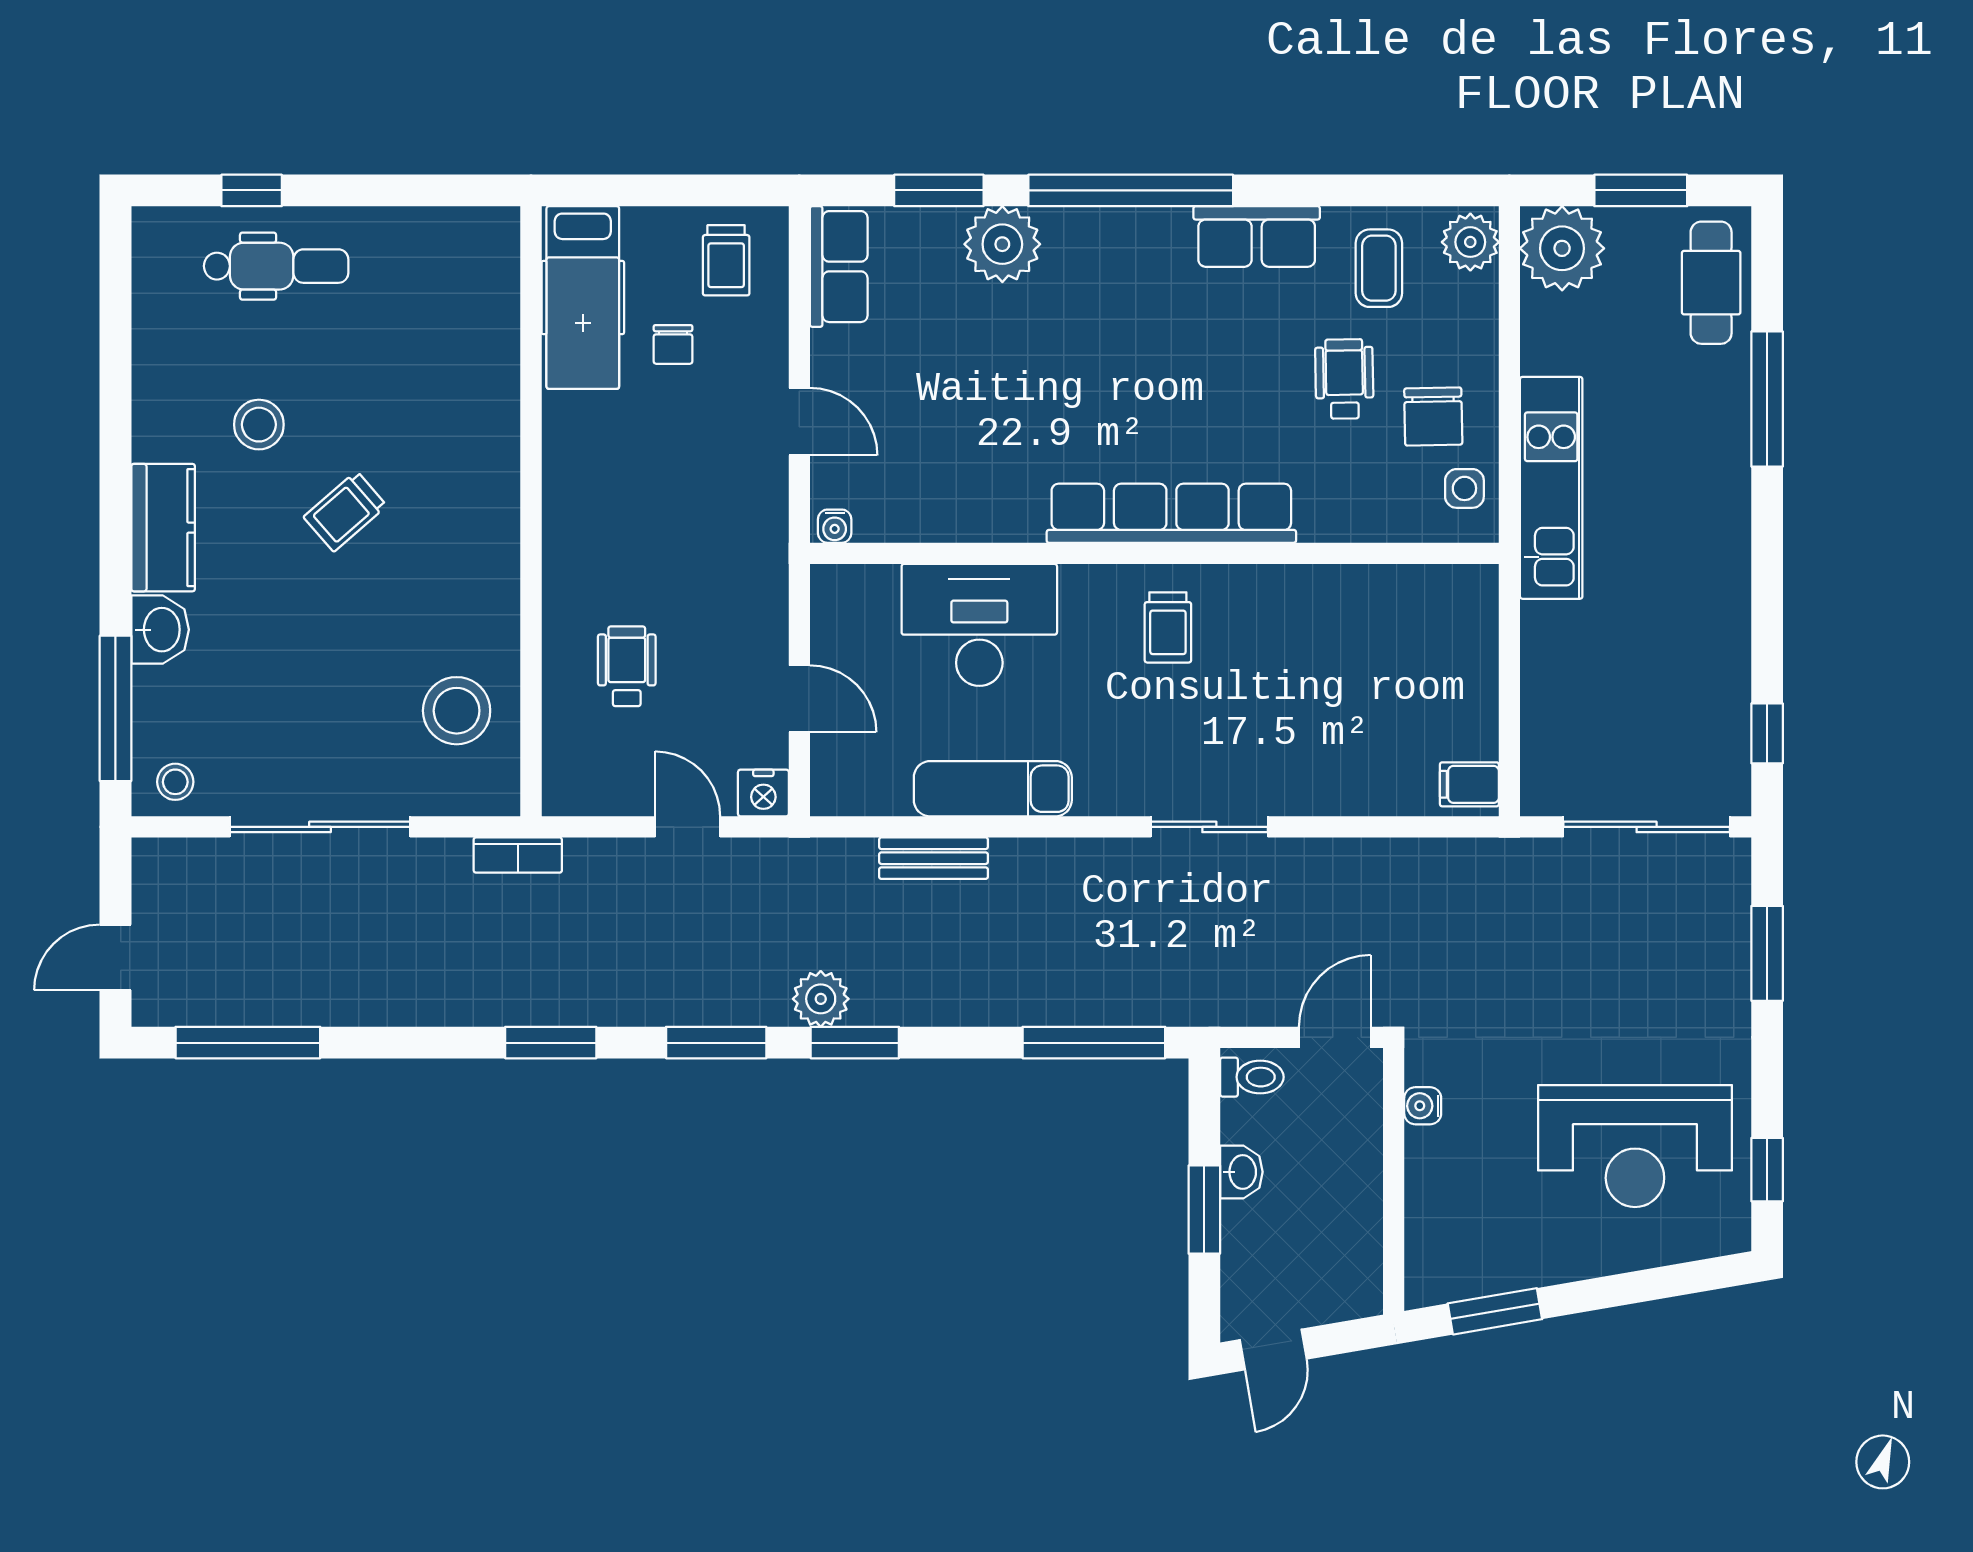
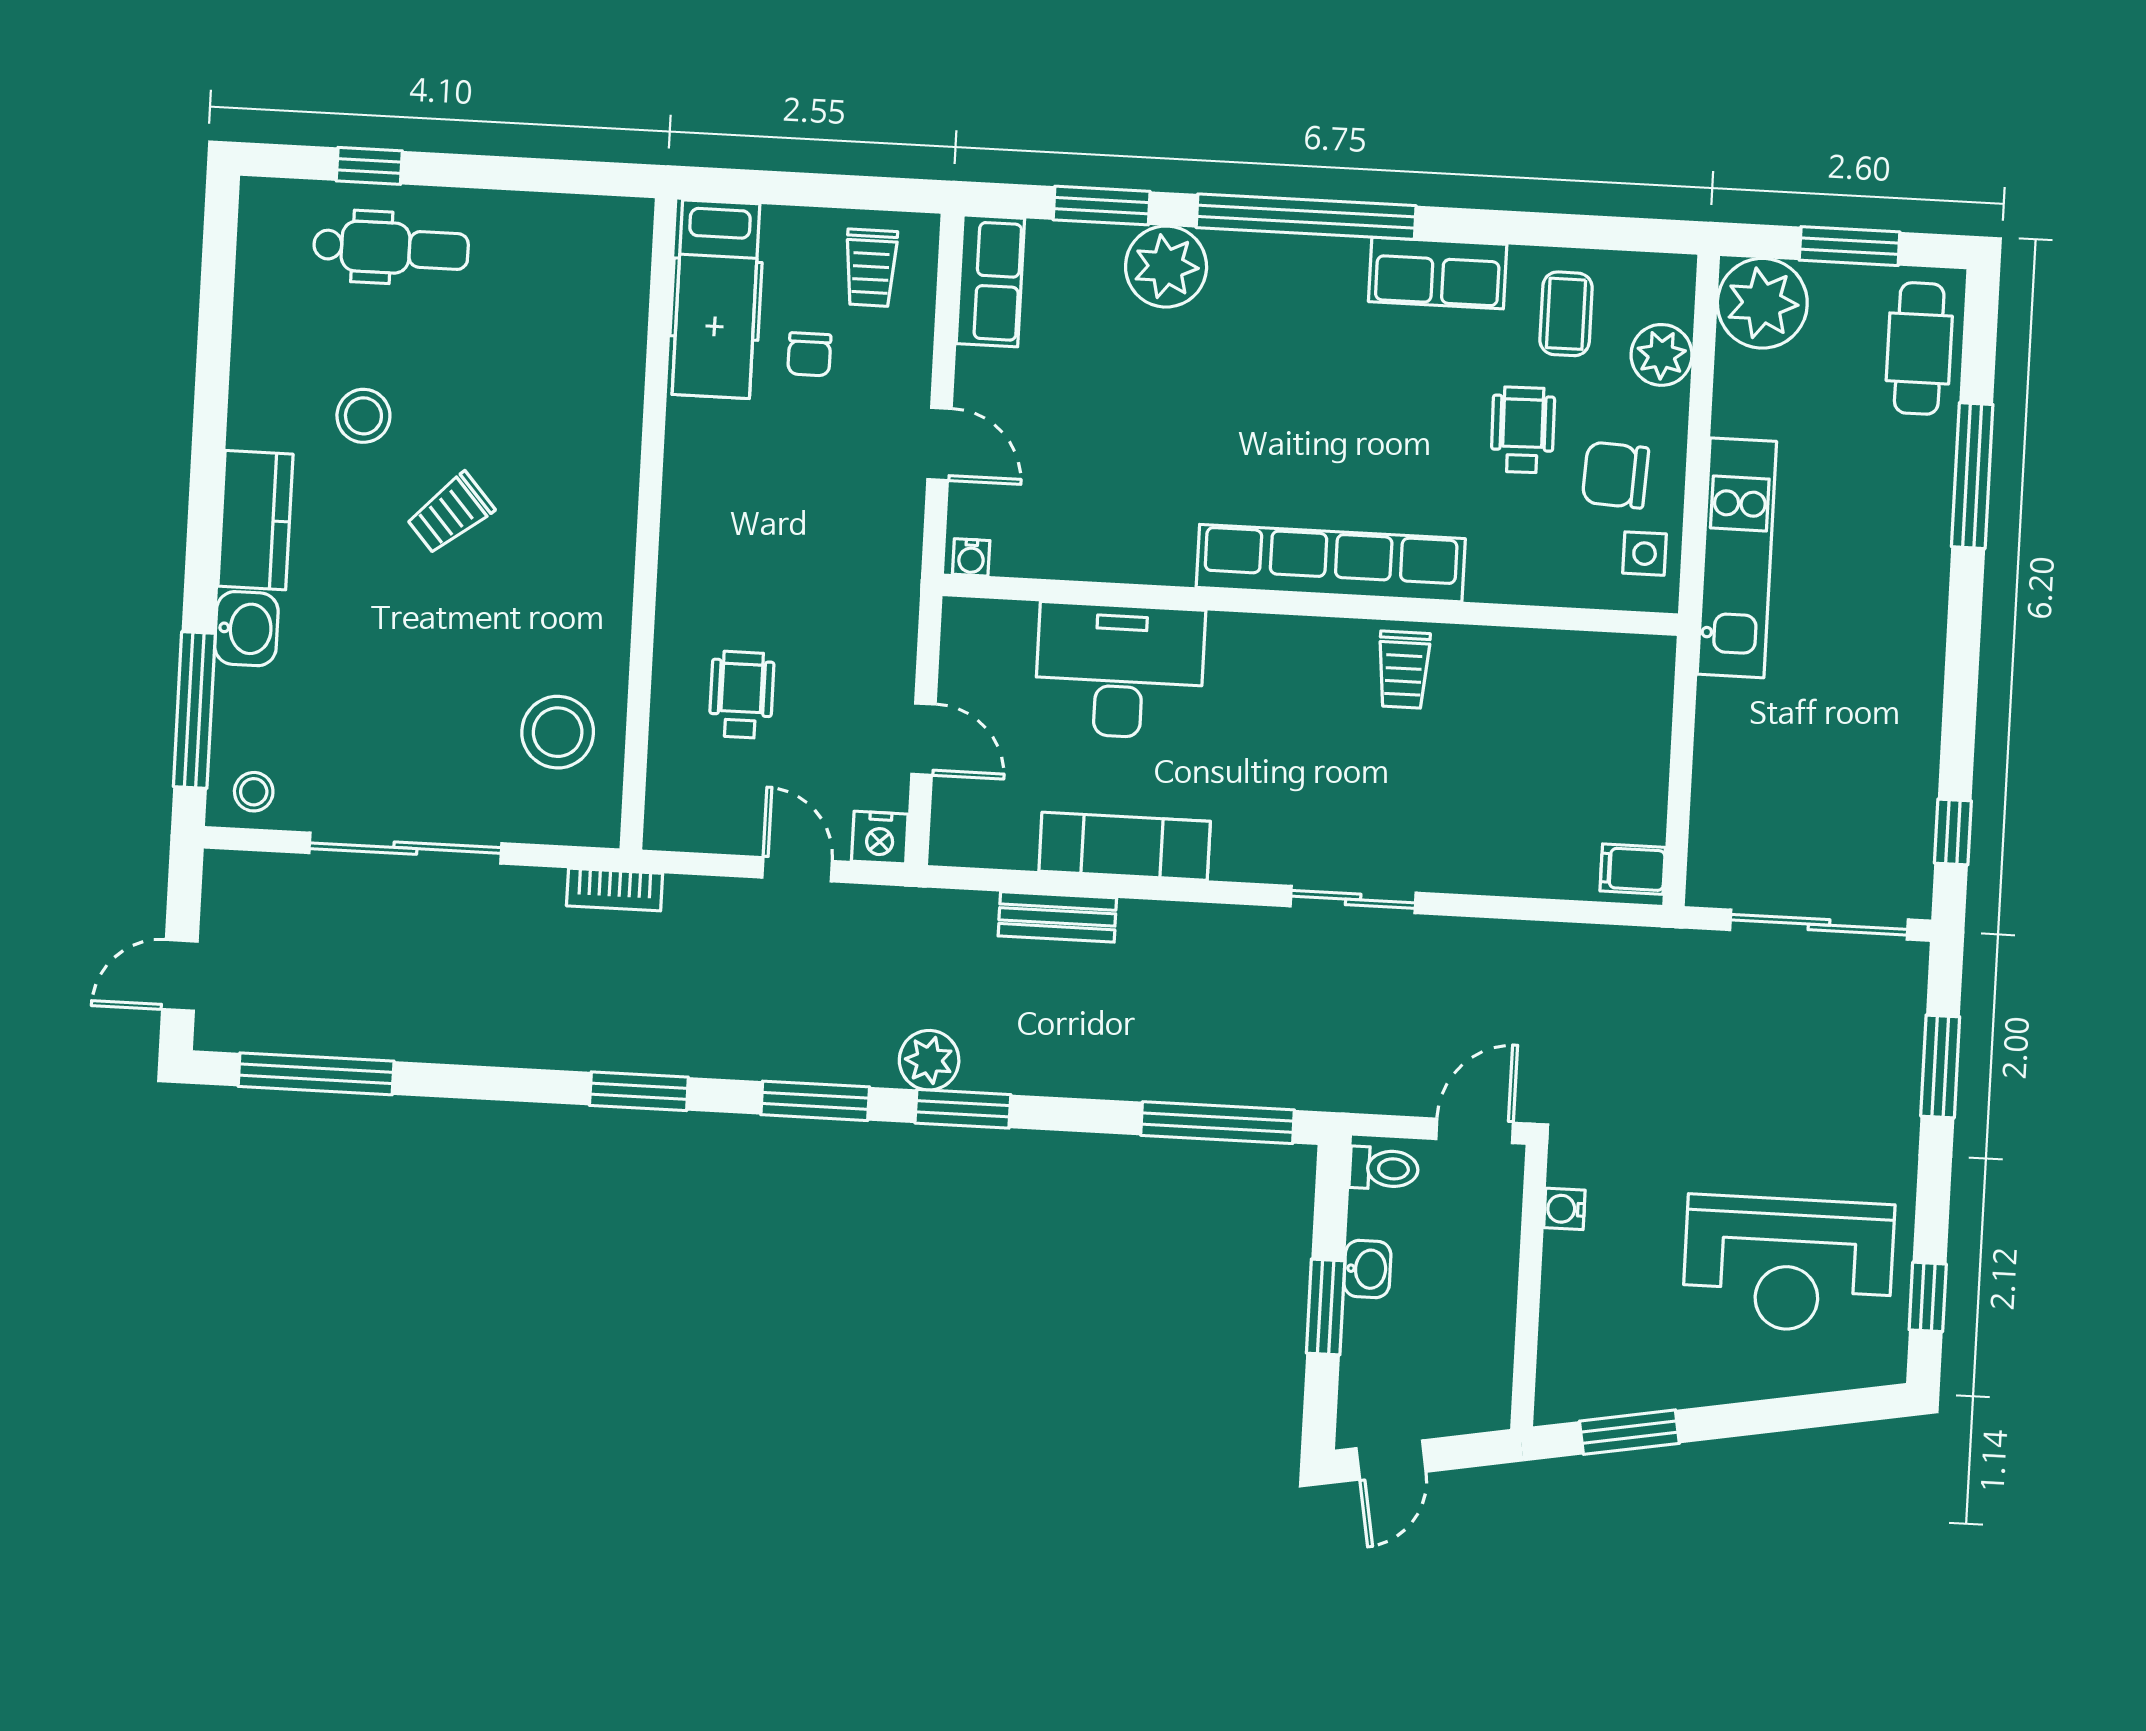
plant: (1470, 242) -> (1661, 355), moved
chair: (1433, 416) -> (1615, 475), turned 94
trolley: (1168, 627) -> (1404, 670), moved

